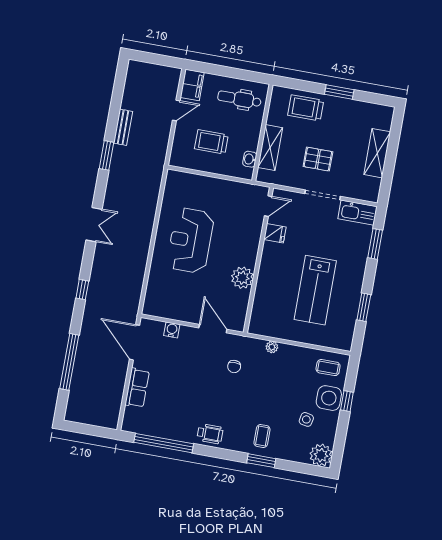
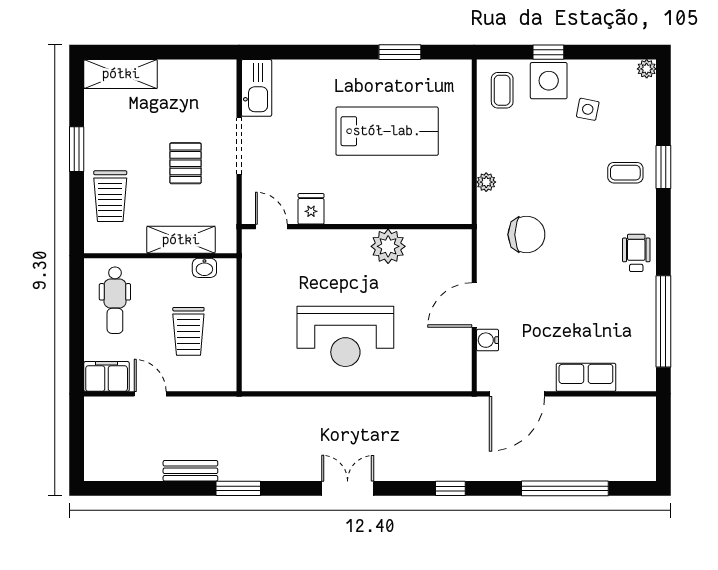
shelving: (377, 153) -> (121, 74), moved
window: (375, 244) -> (300, 52), removed
door: (213, 329) -> (474, 305), moved
chair: (234, 366) -> (526, 235), width x1.87, depth x1.87
plant: (321, 455) -> (647, 69), width x0.53, depth x0.53

